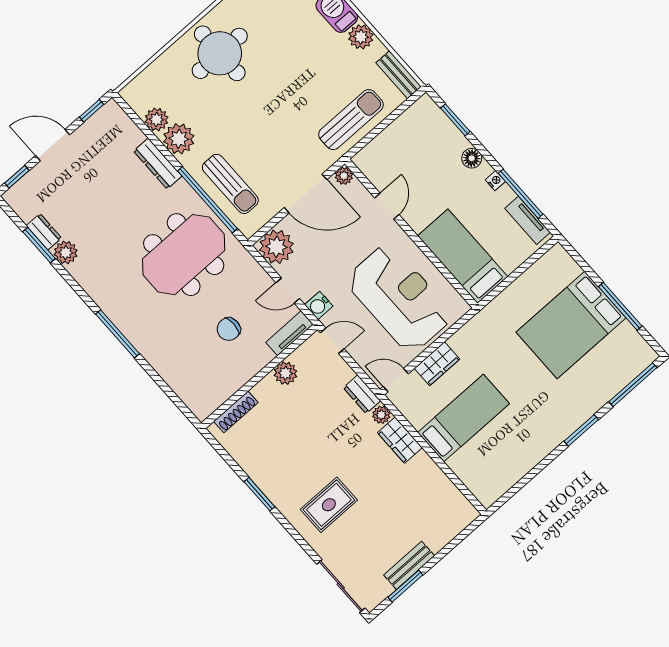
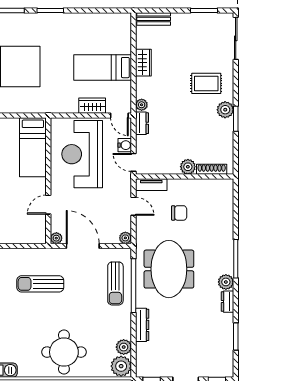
sun lounger: (351, 120) -> (40, 284), moved
plant: (179, 139) -> (121, 366), moved
sun lounger: (230, 184) -> (115, 283), turned 180
dresser: (44, 232) -> (228, 302), moved
plant: (276, 247) -> (125, 238), width x0.53, depth x0.53
plant: (66, 253) -> (226, 282), moved
meeting table: (184, 255) -> (169, 269), turned 90
water cooler: (319, 305) -> (125, 145), moved
plant: (285, 373) -> (188, 167), moved
wardrobe: (400, 440) -> (143, 63), moved
plant: (281, 494) -> (225, 110), added
bench: (409, 565) -> (154, 19), moved

